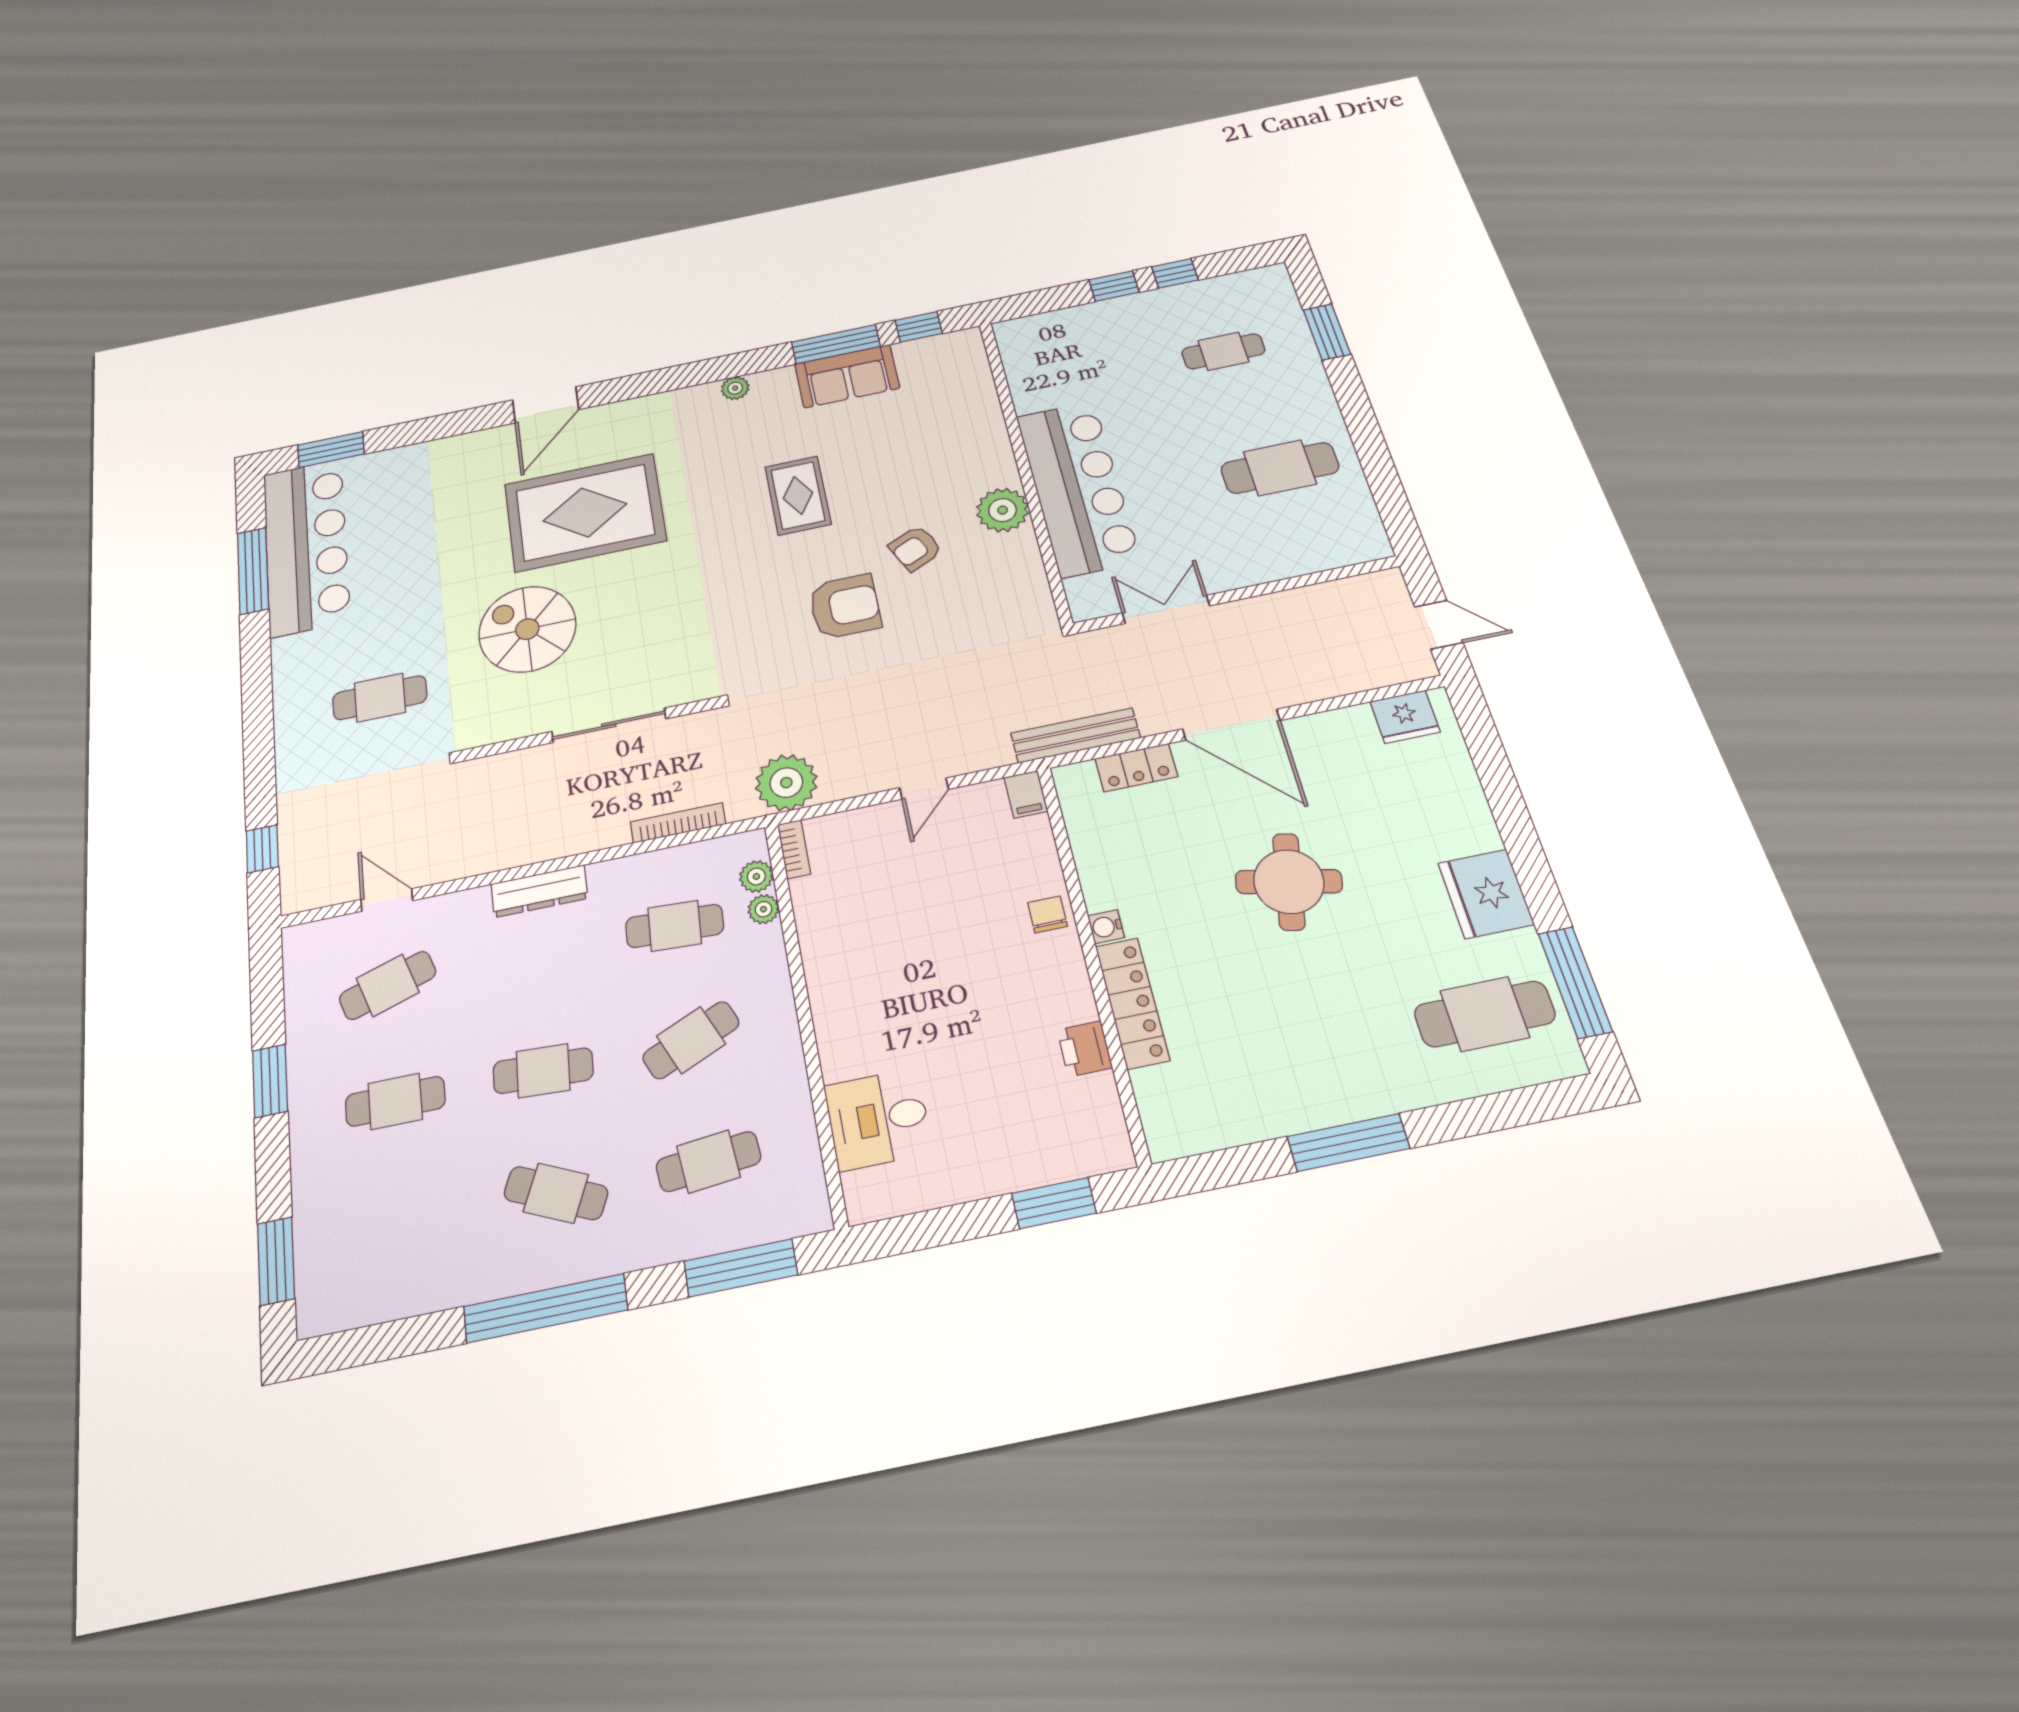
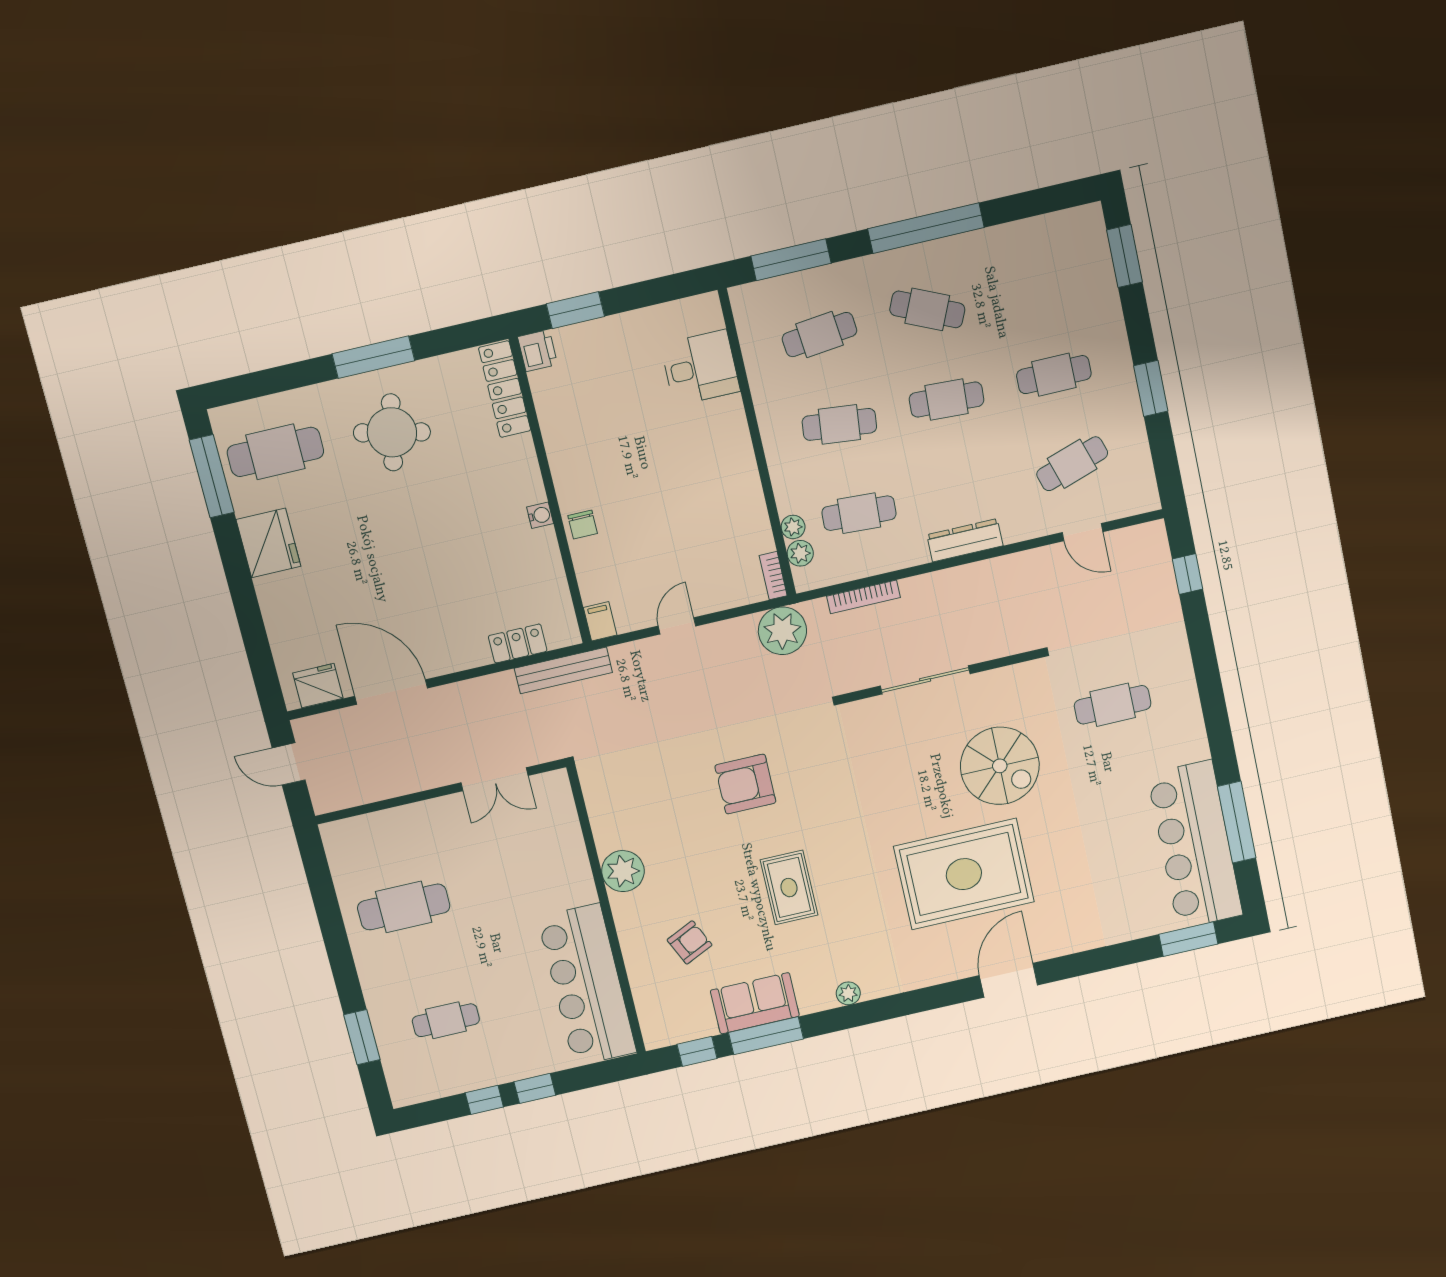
bar counter: (1078, 488) -> (587, 985), moved
armchair: (915, 548) -> (690, 942), moved
door: (1231, 725) -> (391, 692), moved
round table: (1289, 882) -> (392, 432), moved
locker: (1132, 1003) -> (505, 389), moved
cafe table: (691, 1040) -> (839, 424), turned 30
printer: (1085, 1049) -> (538, 351), moved

